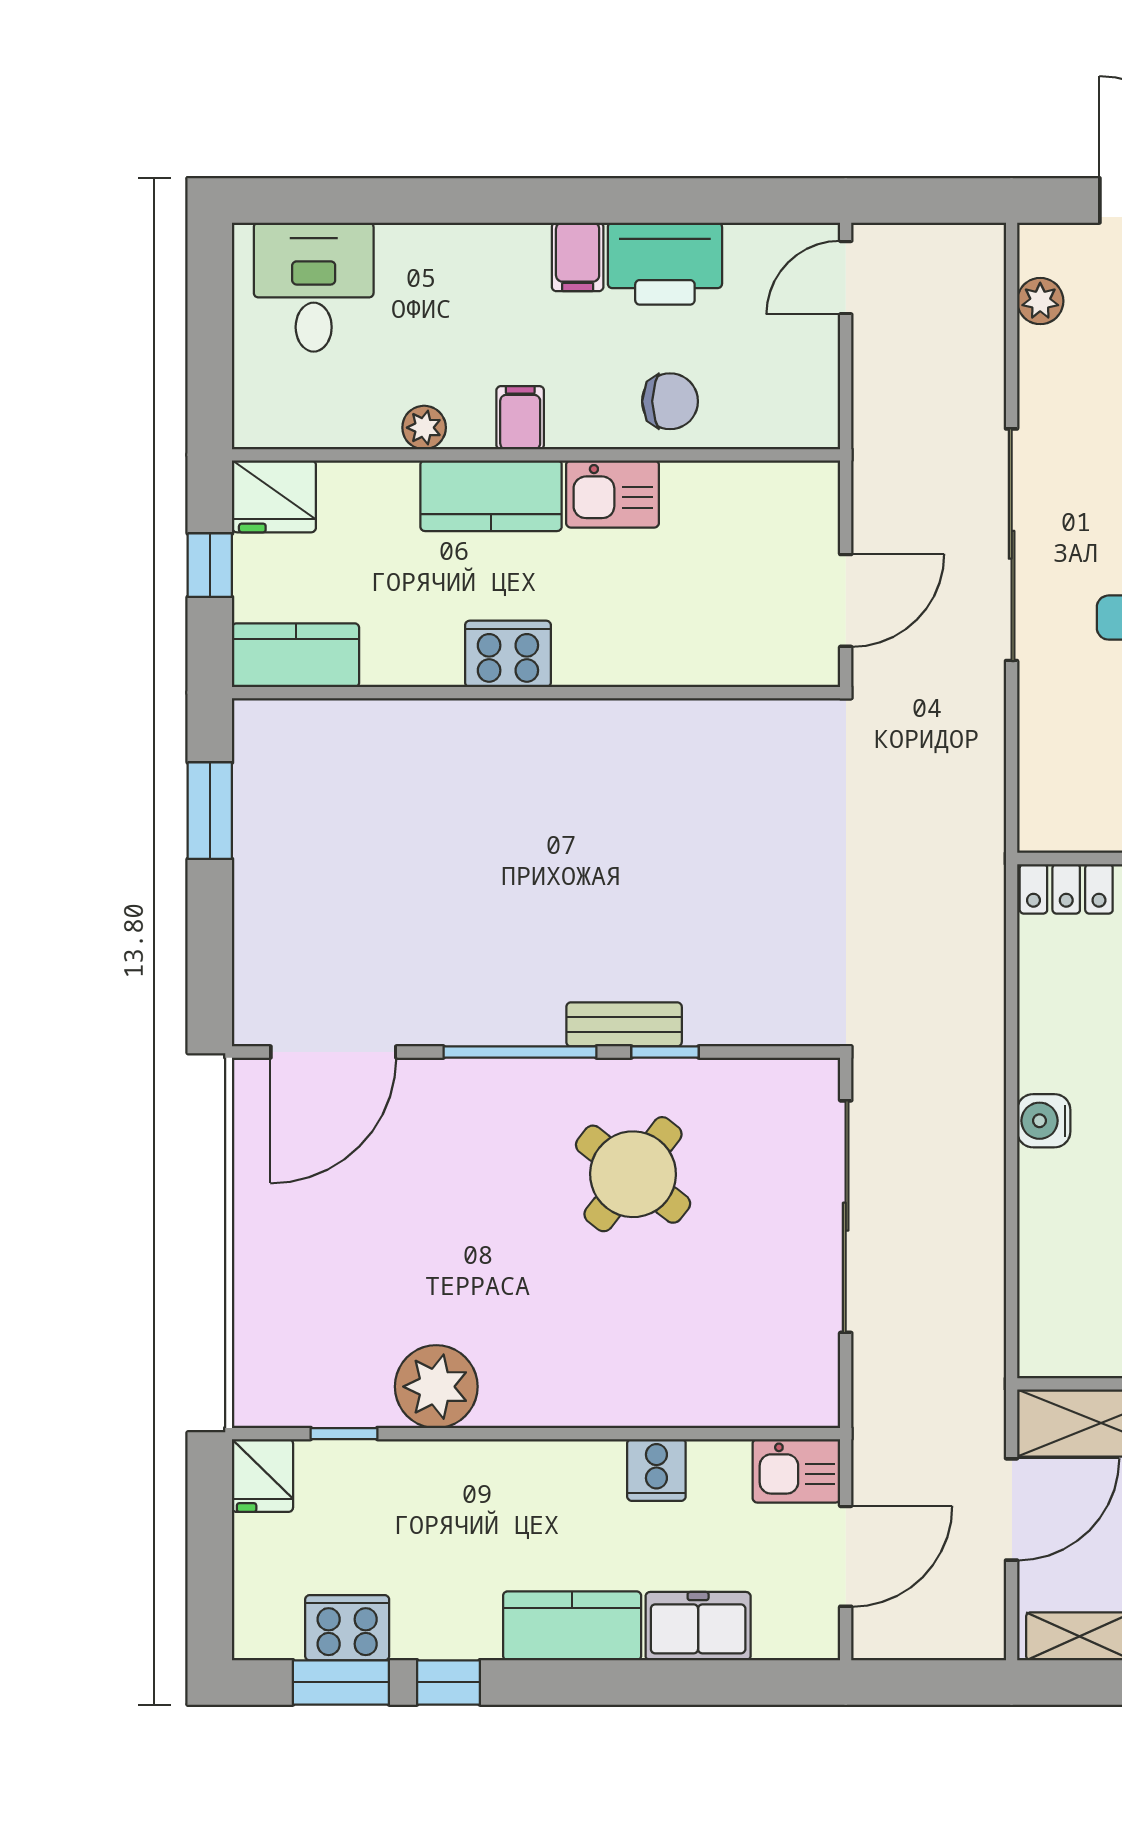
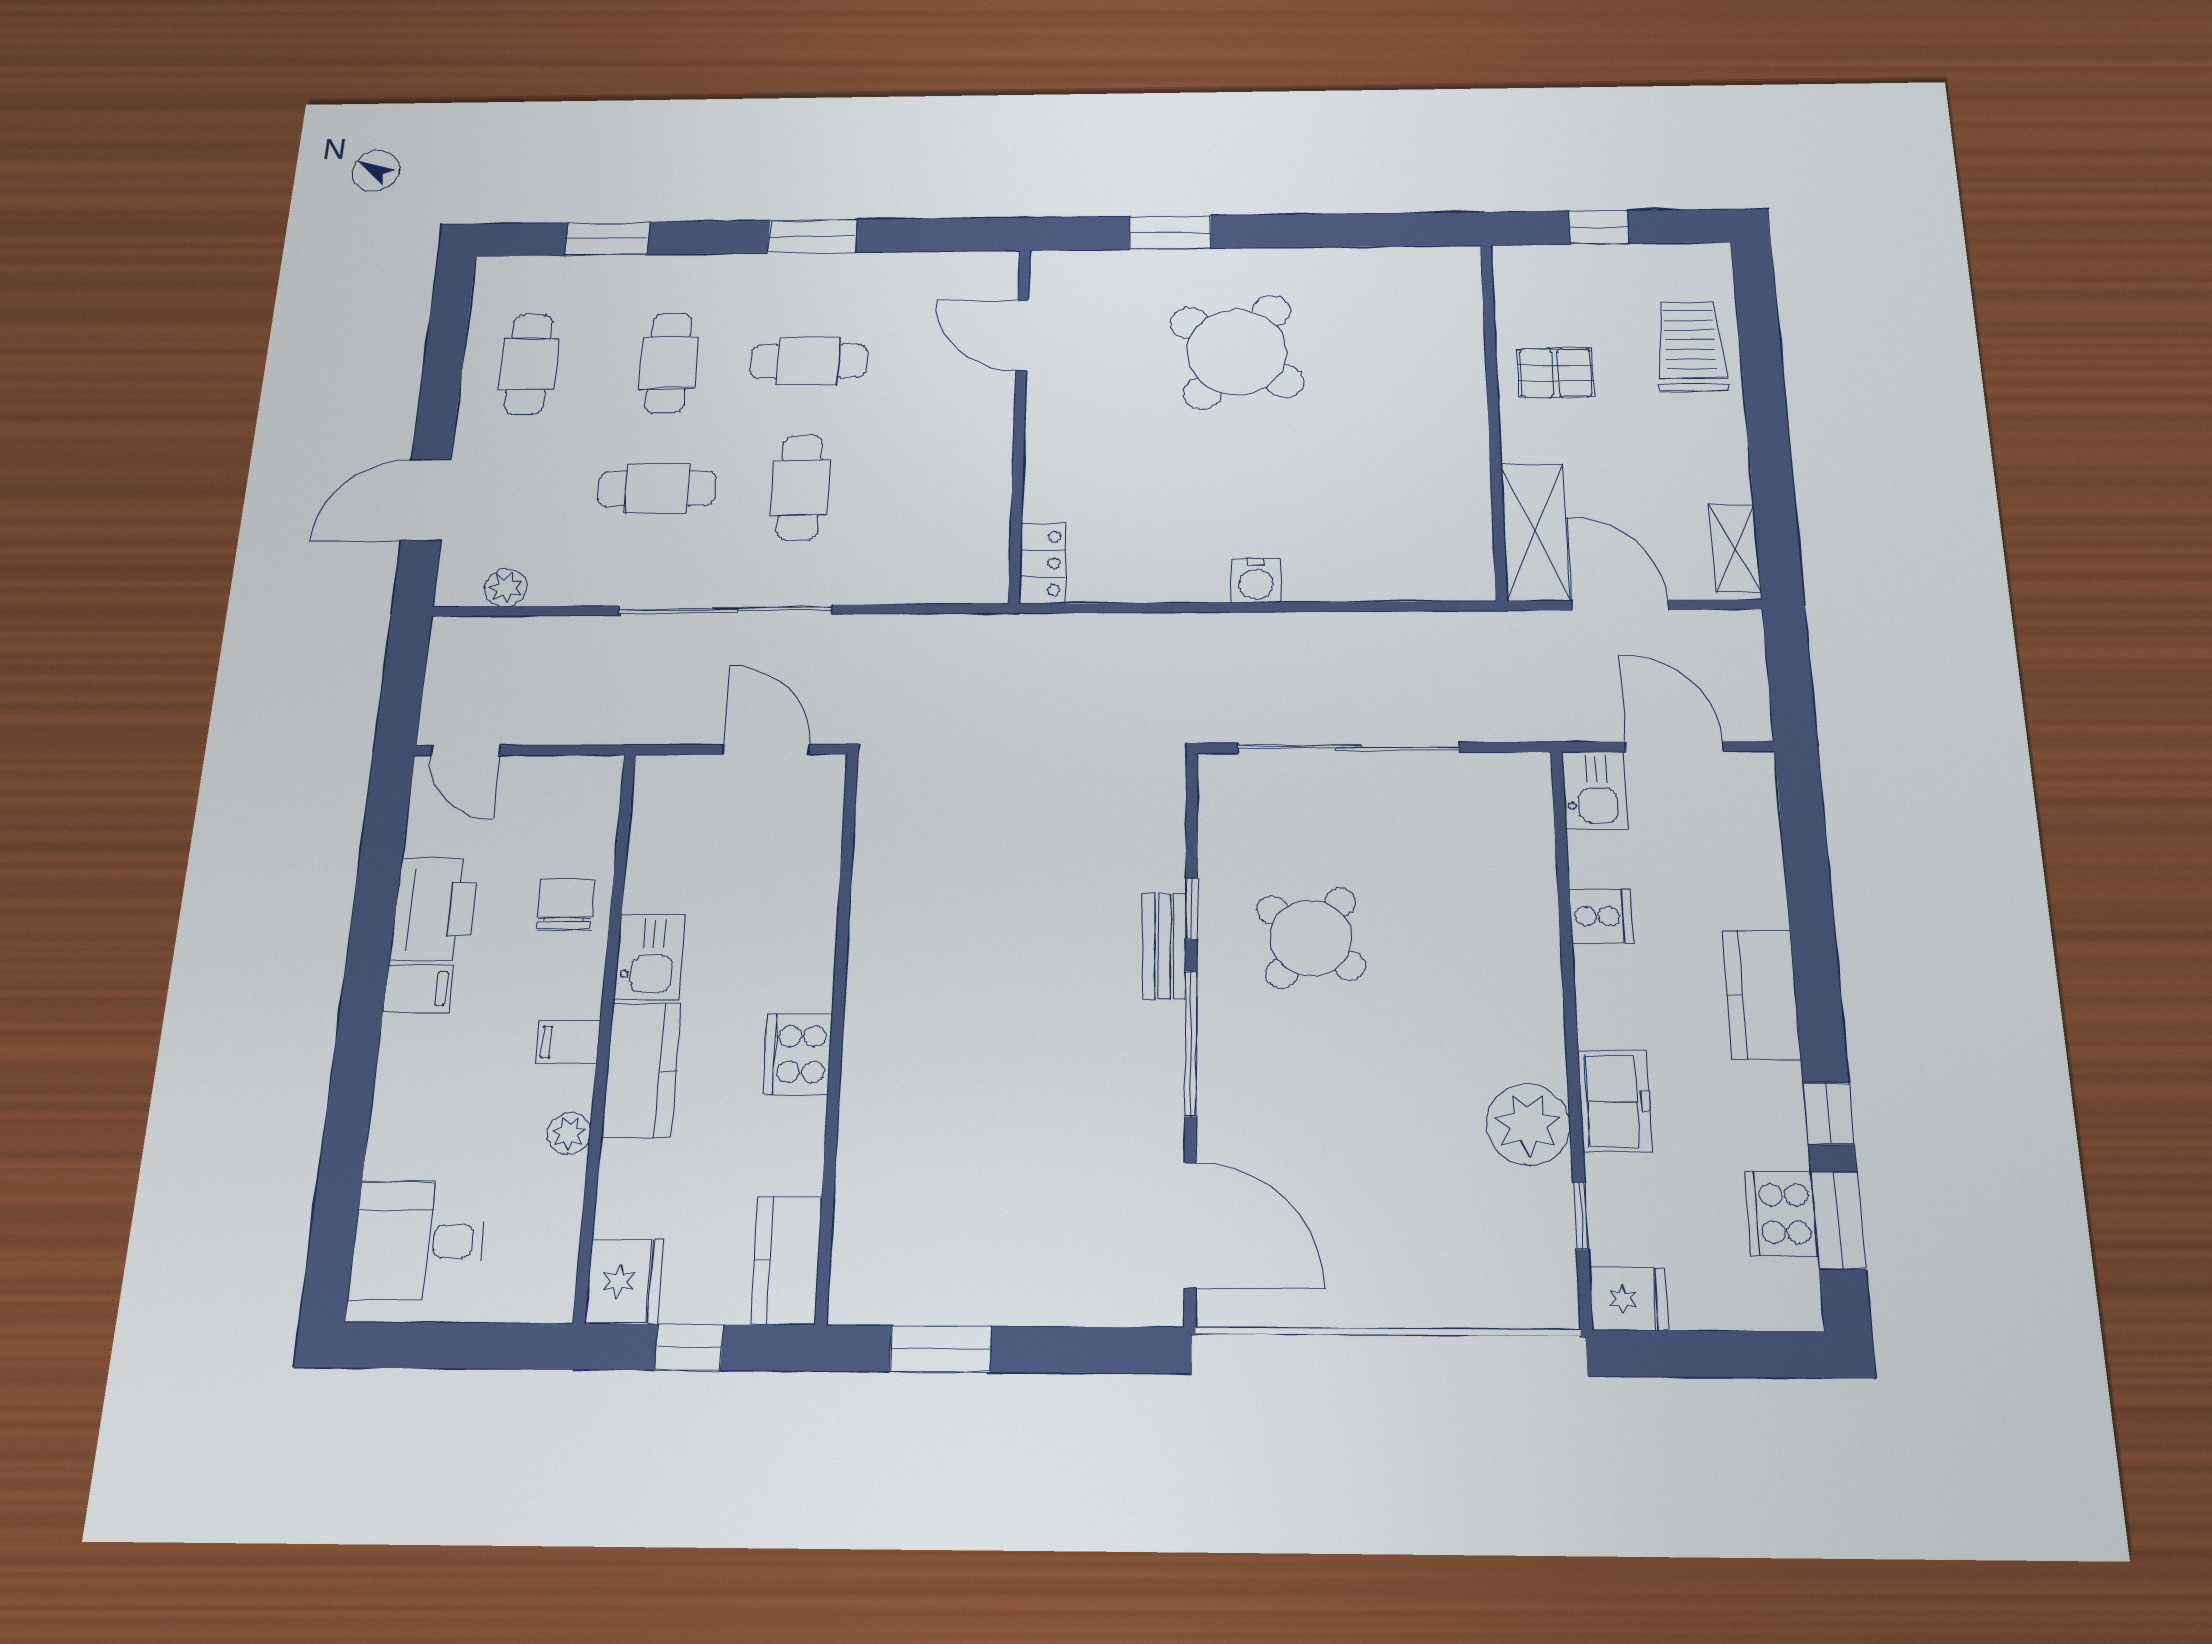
freezer: (698, 1626) -> (1615, 1101), moved, turned 180

